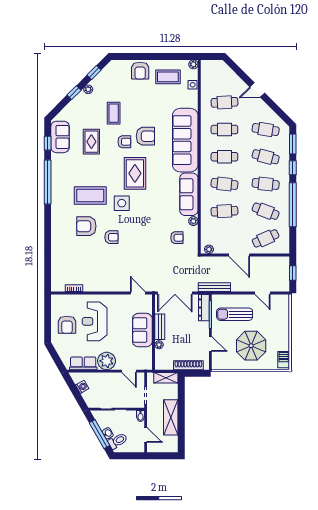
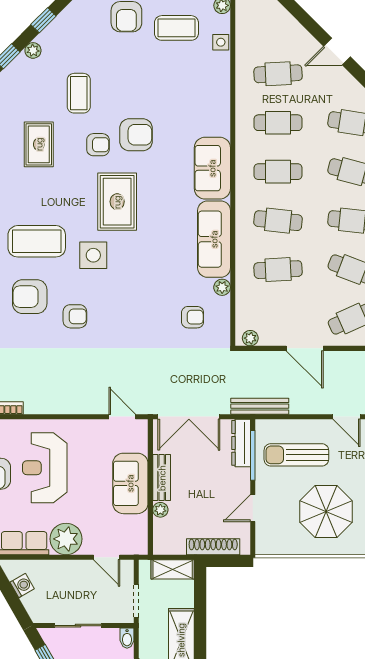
sofa: (185, 140) -> (212, 168), width x0.54, depth x0.79
door: (210, 344) -> (253, 508), swing flipped

